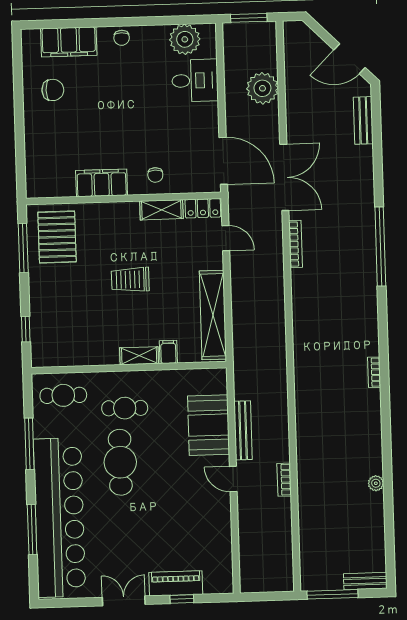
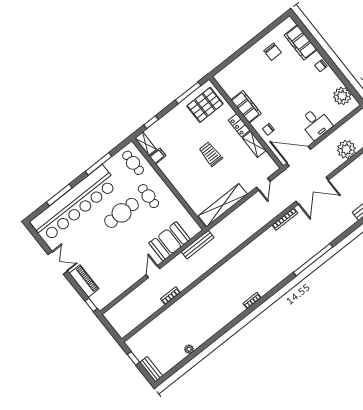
desk: (195, 81) -> (316, 123), moved
door: (223, 161) -> (299, 156), swing flipped
locker: (203, 208) -> (239, 125), moved
filing cabinet: (168, 352) -> (158, 156), moved
shelving: (139, 356) -> (146, 144), moved
bench: (243, 430) -> (198, 245), moved
plant: (376, 483) -> (189, 349), moved
window: (332, 594) -> (133, 358), width x0.46
window: (182, 599) -> (91, 305), moved

